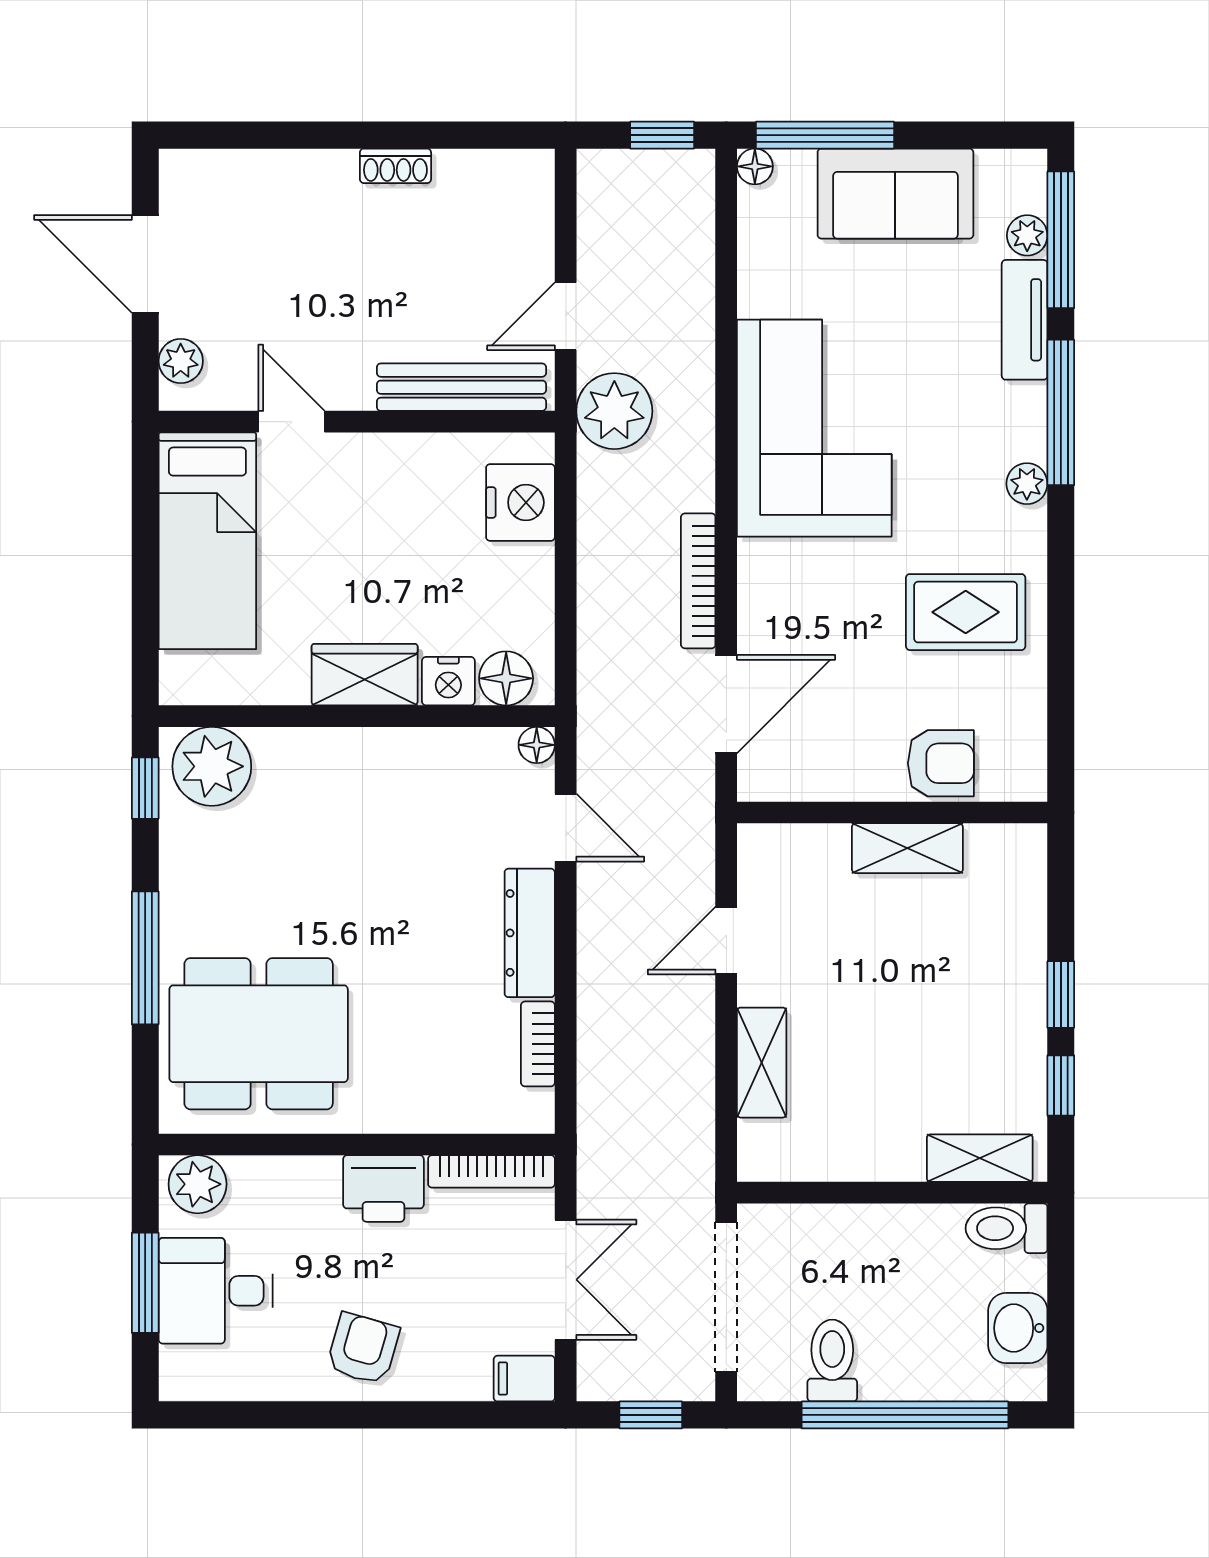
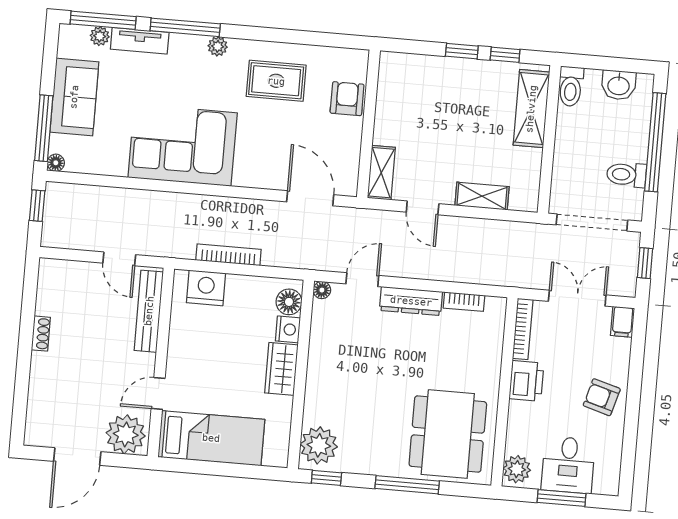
plant: (181, 361) -> (126, 434), width x1.87, depth x1.87
plant: (614, 411) -> (166, 240), removed
bookcase: (698, 581) -> (228, 255), moved, turned 180
rug: (966, 612) -> (276, 81), turned 90
shelving: (907, 848) -> (381, 173), moved
shelving: (980, 1158) -> (531, 109), width x1.50, depth x1.33

